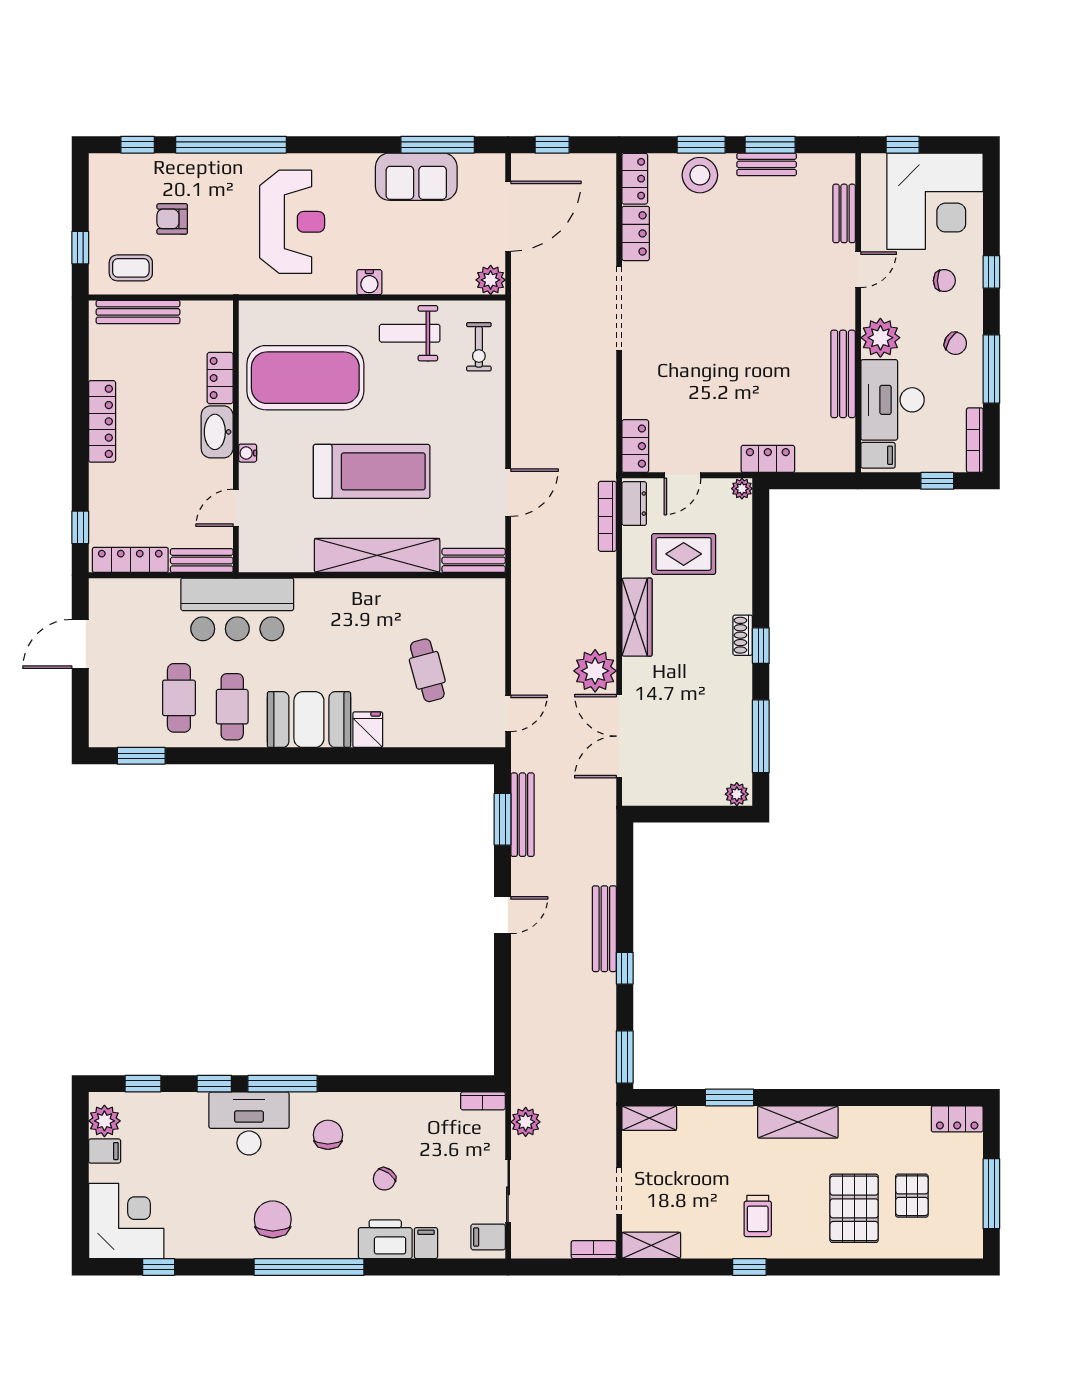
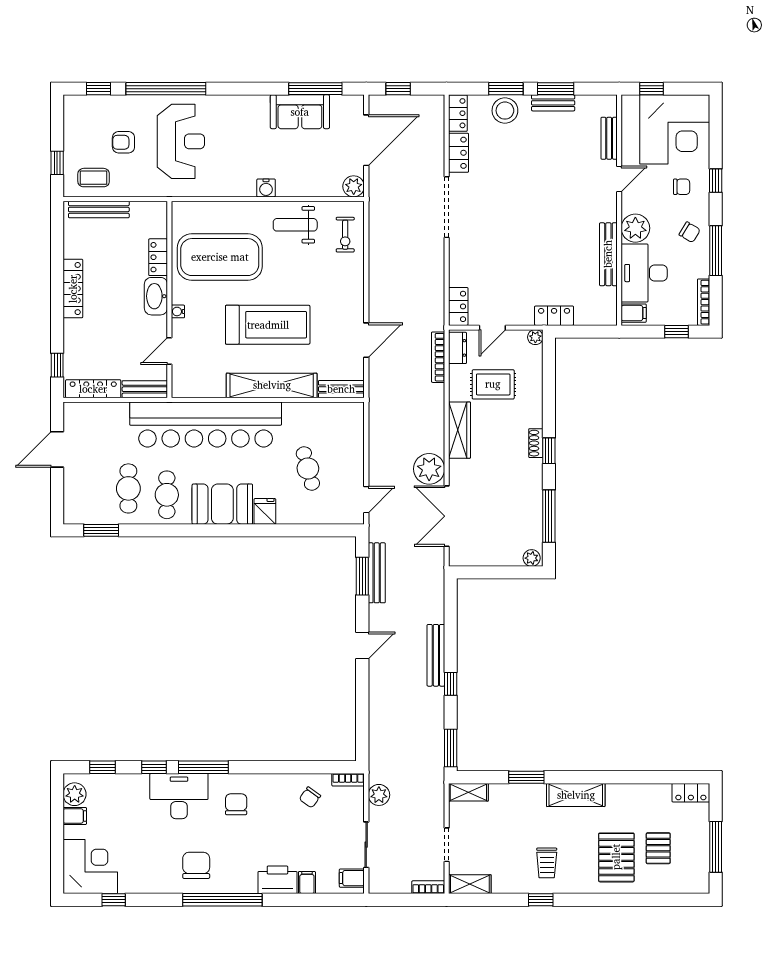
reception desk: (292, 222) -> (181, 141), moved
bar counter: (237, 609) -> (206, 424), width x1.86
chair: (384, 1179) -> (310, 797), moved

